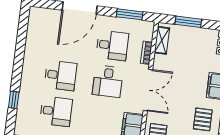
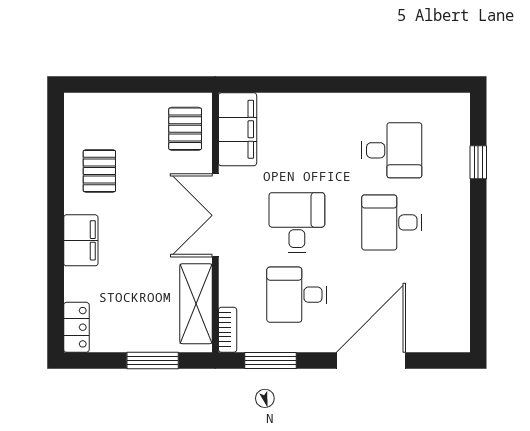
shelving: (162, 40) -> (196, 304), width x1.50, depth x1.33
bookcase: (146, 53) -> (228, 330), moved
desk: (56, 111) -> (392, 150), turned 180

